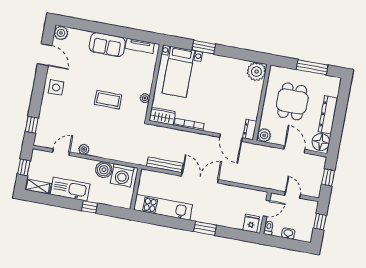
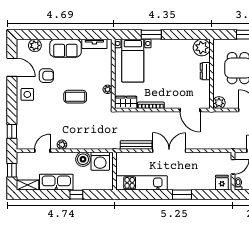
plant: (61, 33) -> (35, 45), moved
armchair: (81, 71) -> (46, 76), added
dresser: (250, 130) -> (205, 71), moved

